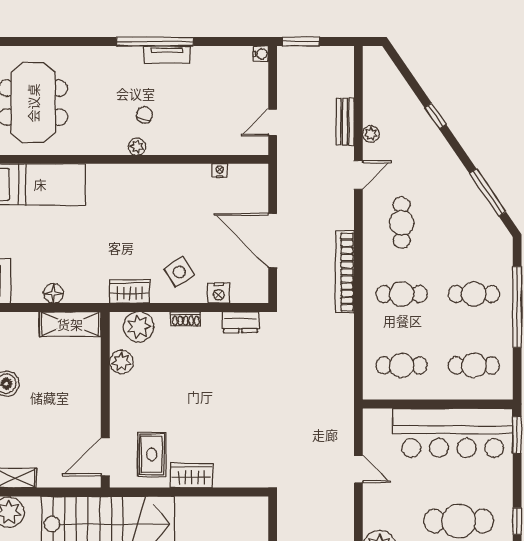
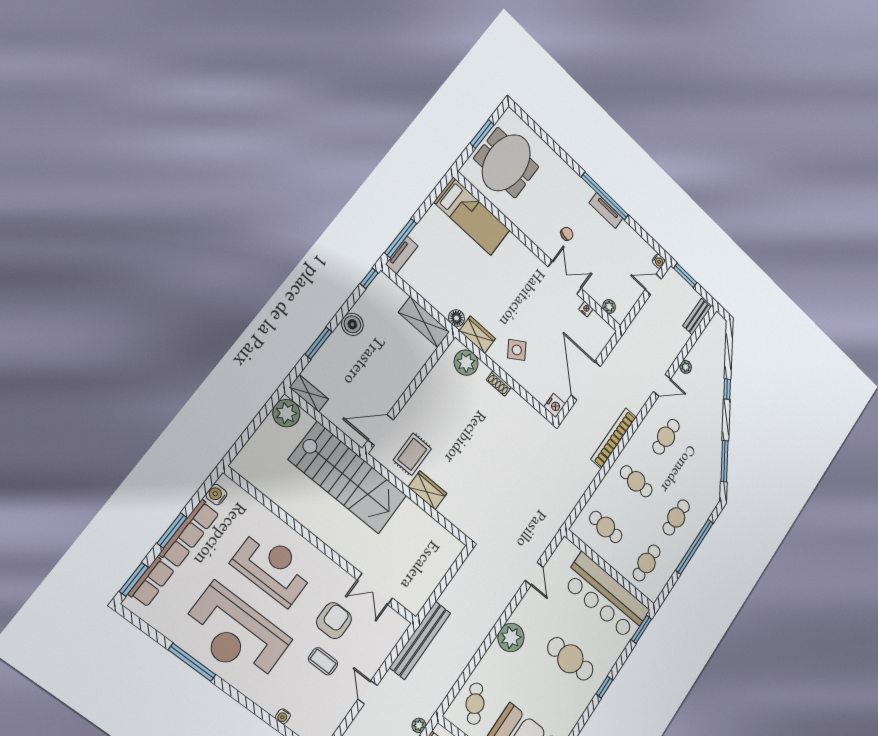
bench: (345, 122) -> (697, 317), moved
door: (273, 123) -> (653, 284), moved
plant: (137, 147) -> (609, 306), moved
double door: (175, 159) -> (565, 278), added
floor lamp: (53, 293) -> (456, 318), moved
nightstand: (219, 293) -> (555, 406), moved, turned -90
cafe table: (474, 294) -> (676, 517), turned 90
dresser: (240, 322) -> (531, 415), removed
plant: (121, 362) -> (438, 376), removed
cafe table: (474, 365) -> (647, 563), turned 90

